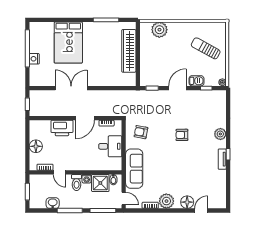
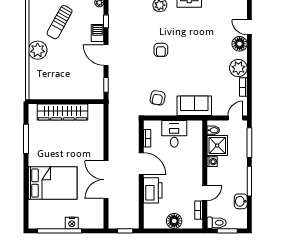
plant: (159, 30) -> (38, 50), moved
sofa: (134, 169) -> (194, 106), width x0.73
toilet: (77, 182) -> (217, 223), moved

